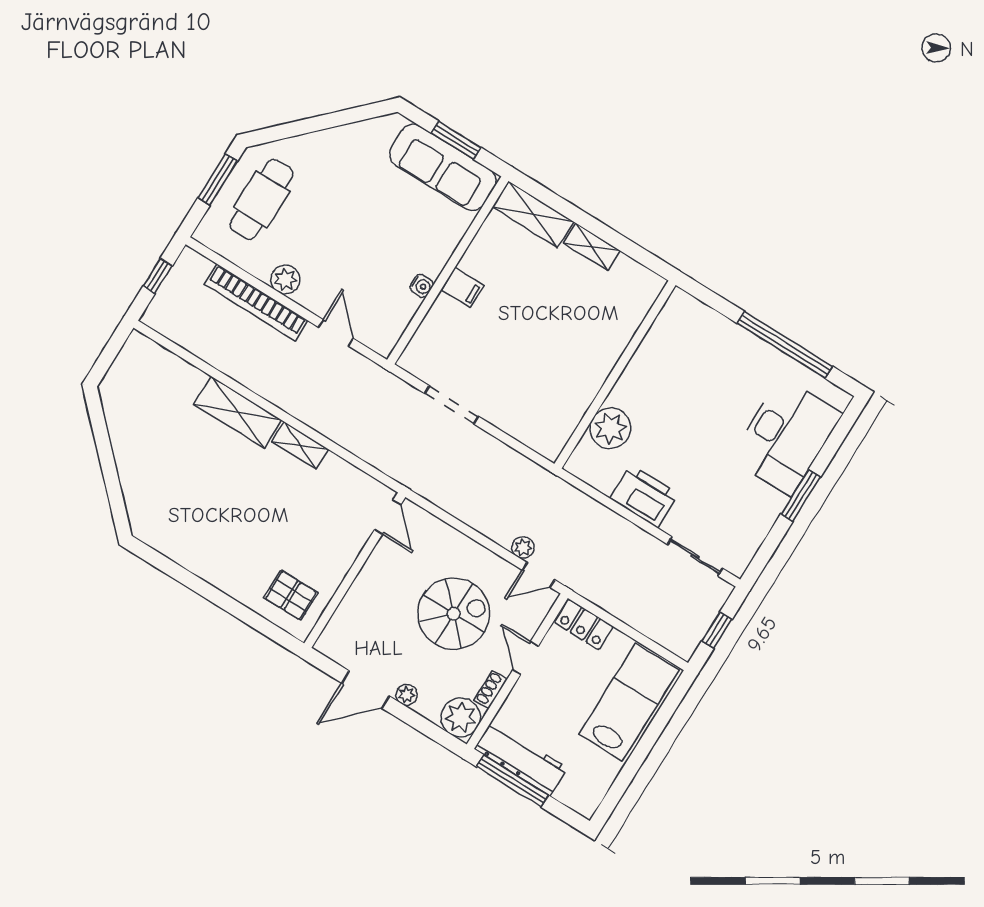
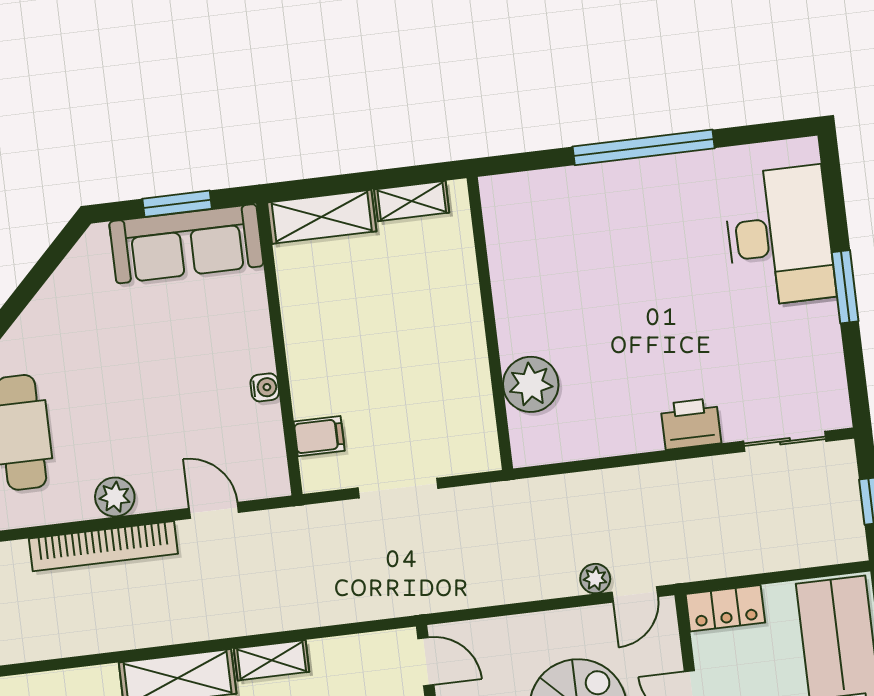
filing cabinet: (462, 288) -> (319, 436), moved
window: (785, 345) -> (644, 147), moved
wall: (615, 374) -> (490, 323), moved
plant: (610, 428) -> (531, 384), moved
printer: (644, 496) -> (691, 424), width x0.73, depth x0.84

